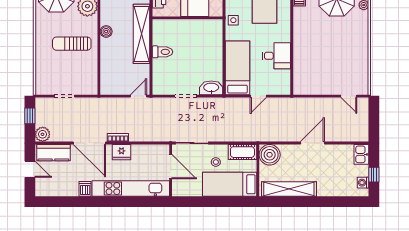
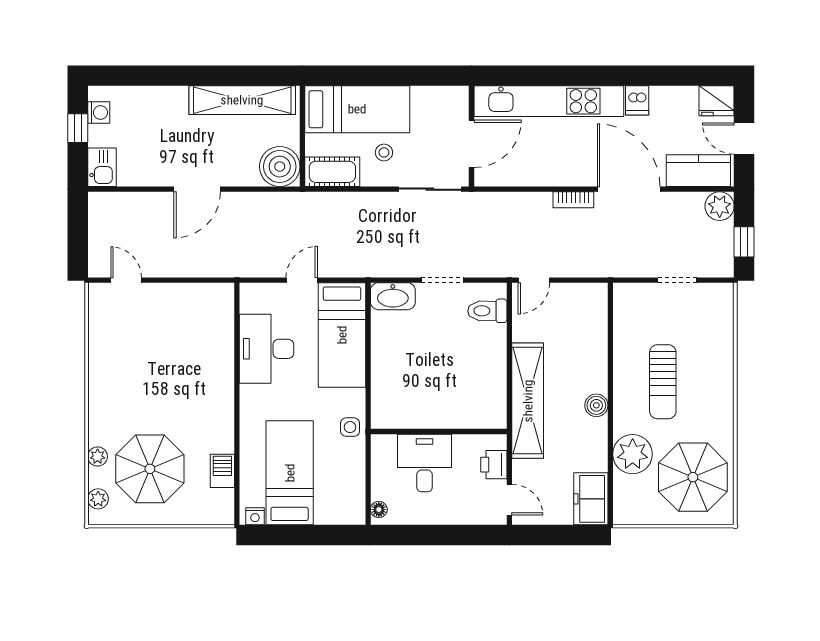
sun lounger: (72, 44) -> (663, 382), turned 90
toilet: (162, 52) -> (487, 311), moved
desk: (276, 56) -> (267, 349), width x1.37
fridge: (121, 152) -> (717, 101), moved, turned 180
door: (171, 167) -> (472, 144), swing flipped

